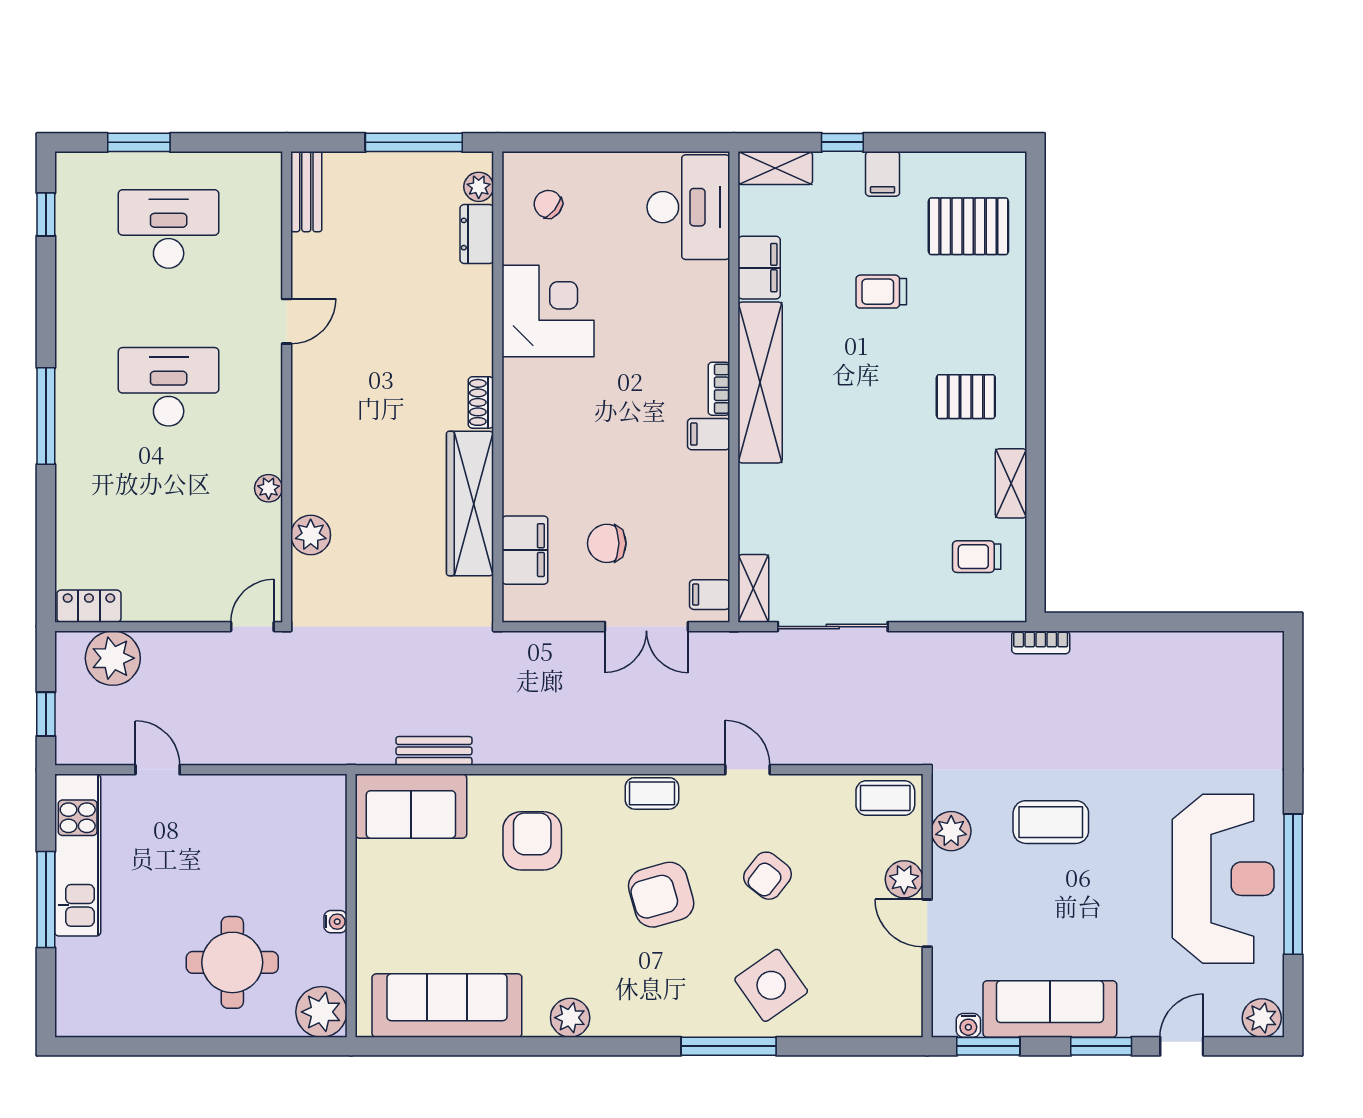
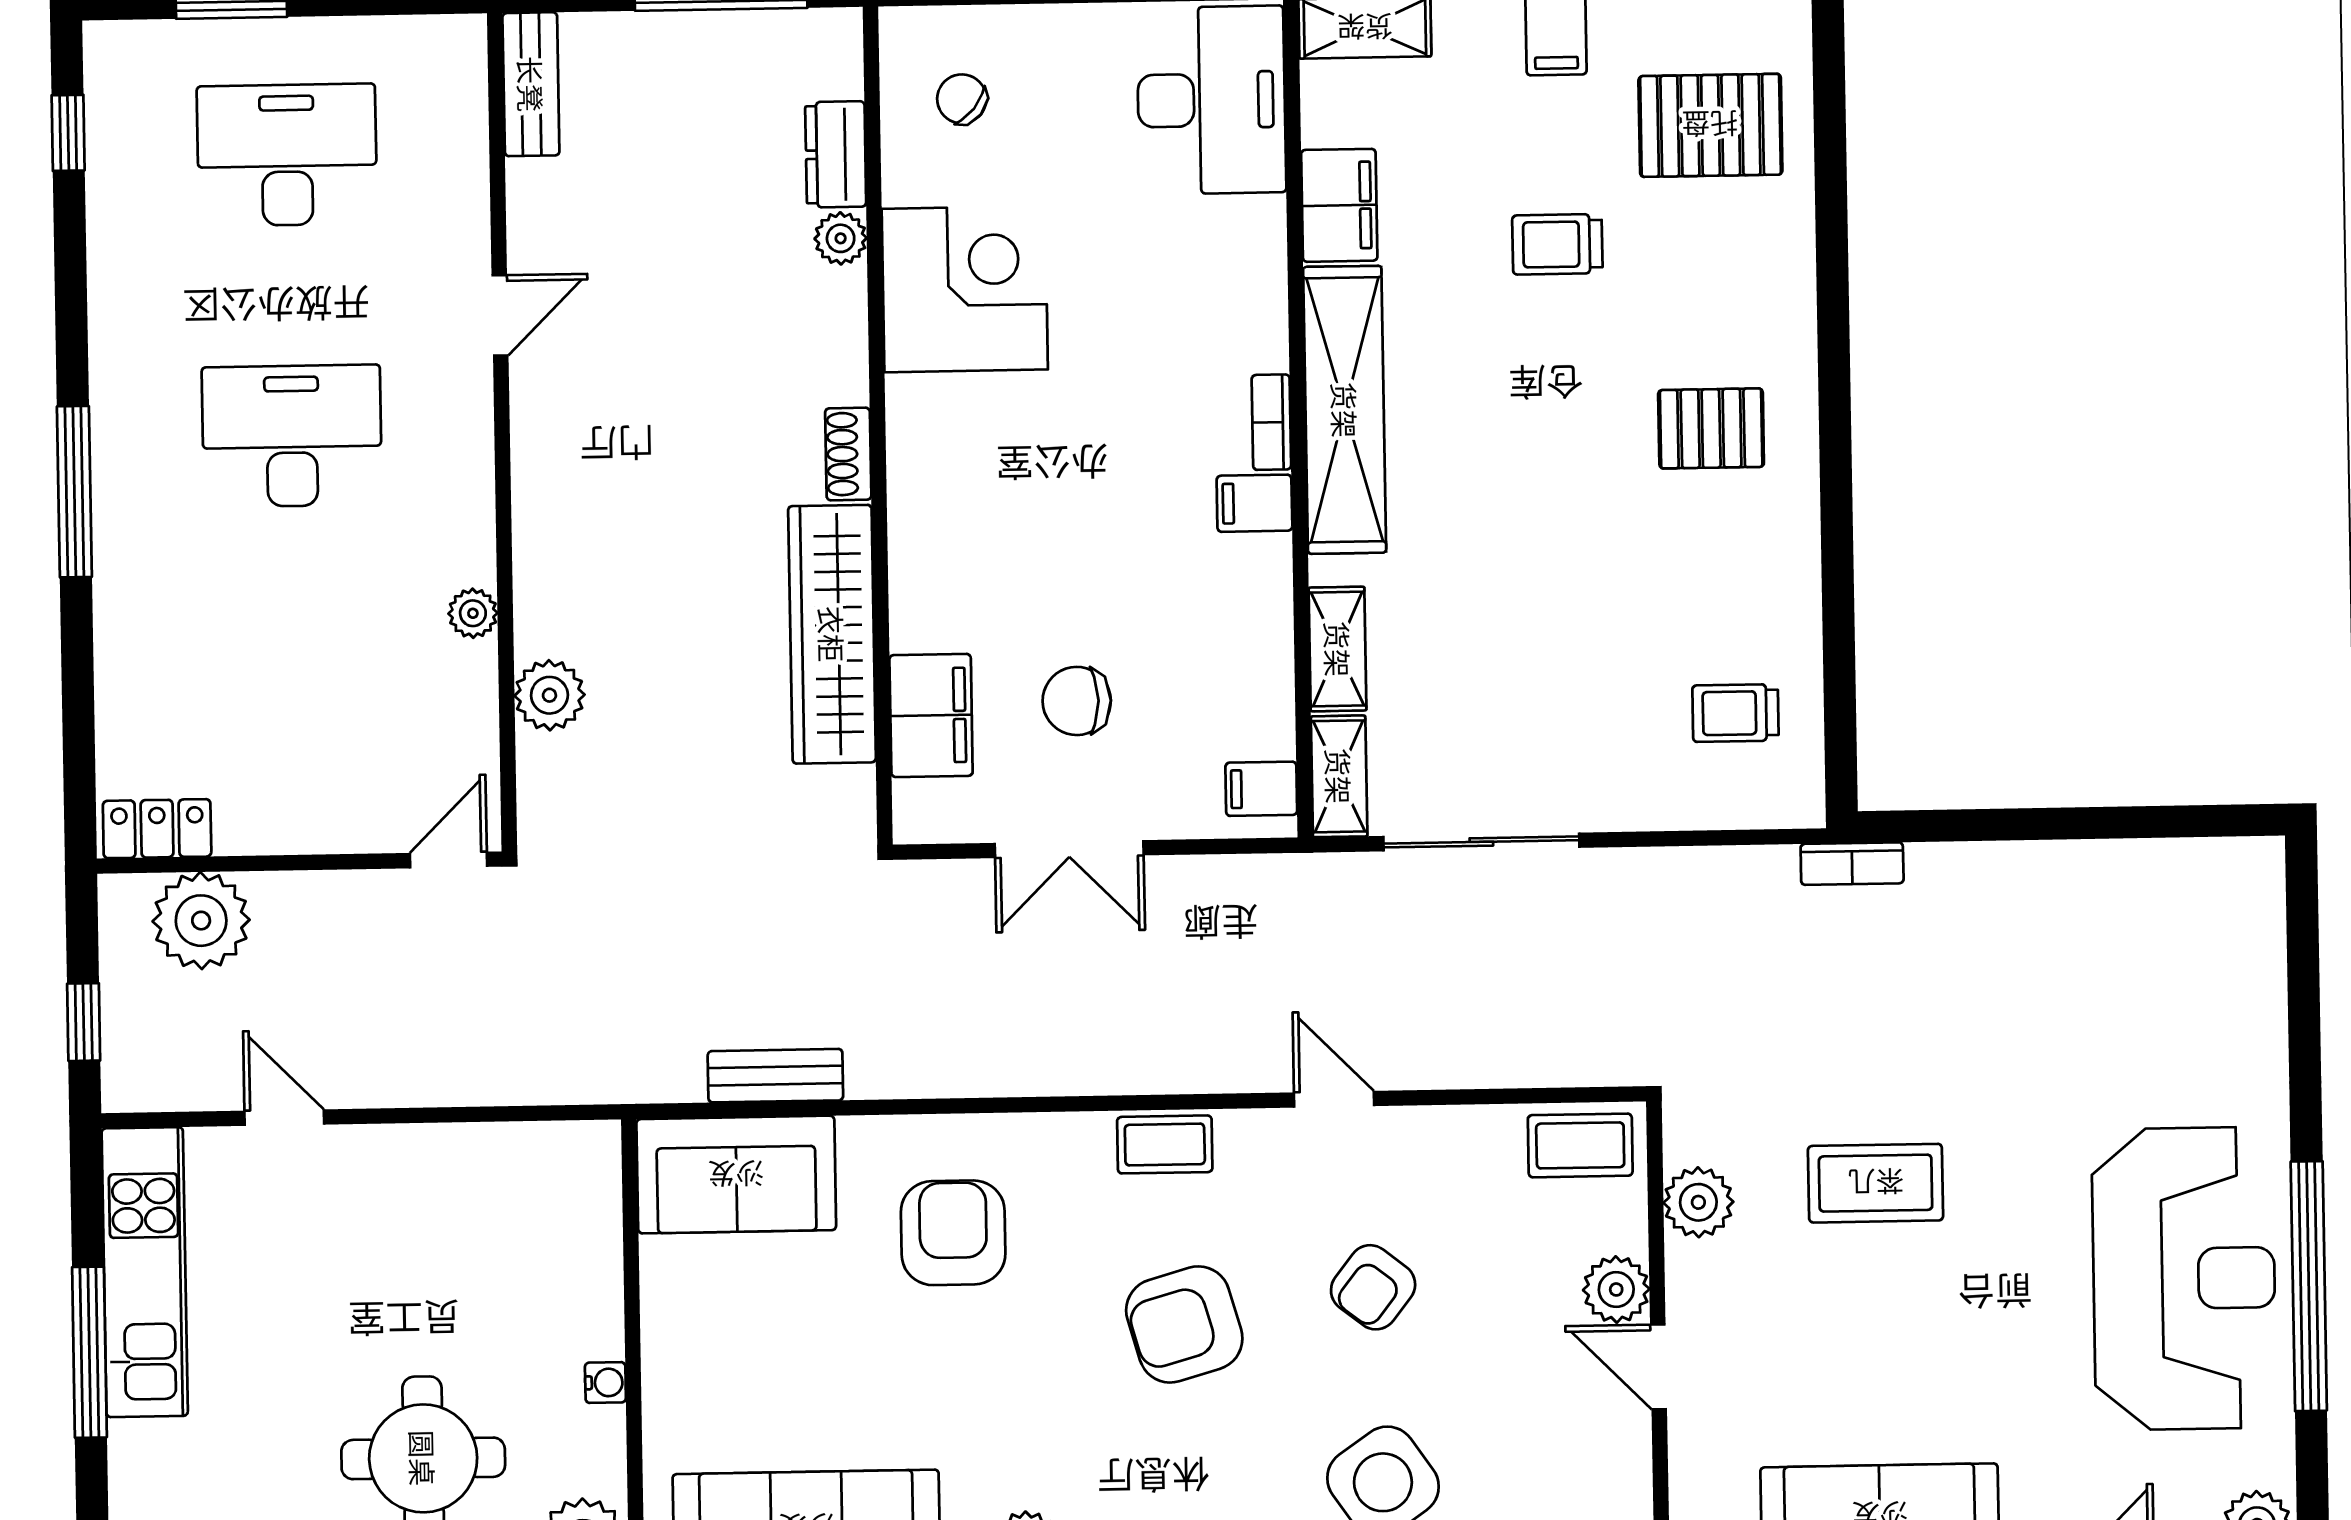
plant: (479, 187) -> (841, 238), moved
shelving: (1011, 483) -> (1338, 649), moved
double door: (646, 627) -> (1069, 849), moved

